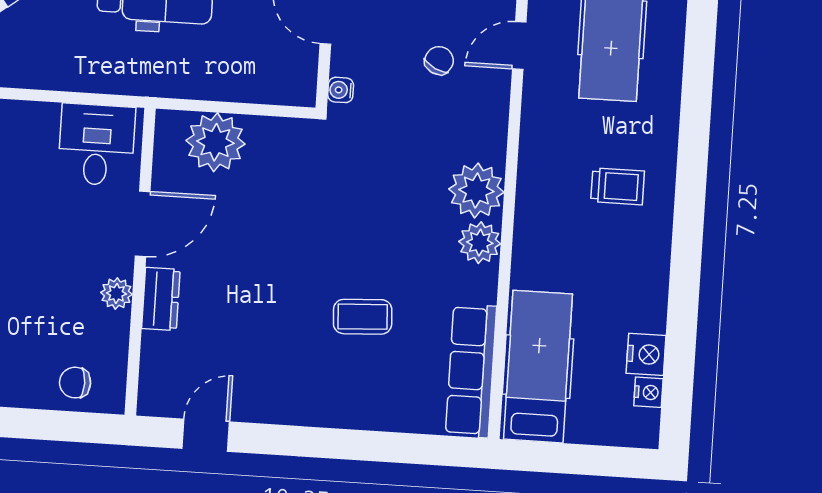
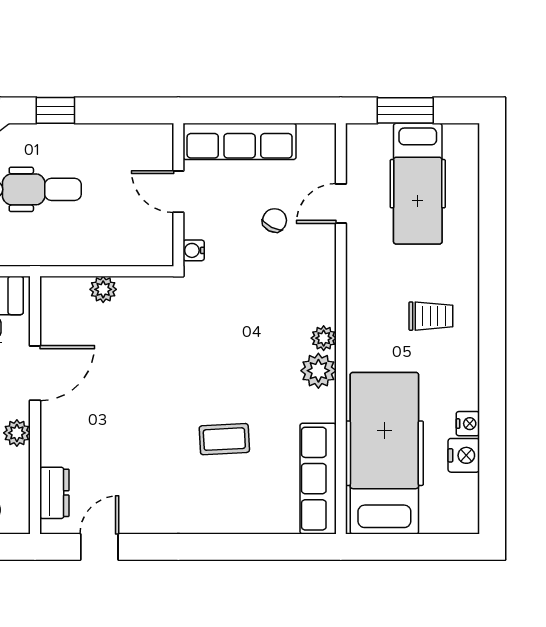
plant: (215, 142) -> (103, 289), width x0.53, depth x0.53
plant: (476, 191) -> (324, 338), width x0.53, depth x0.53
dresser: (161, 299) -> (54, 493), moved
hospital bed: (538, 367) -> (384, 453), width x1.37, depth x1.29
nightstand: (648, 392) -> (468, 424), moved

